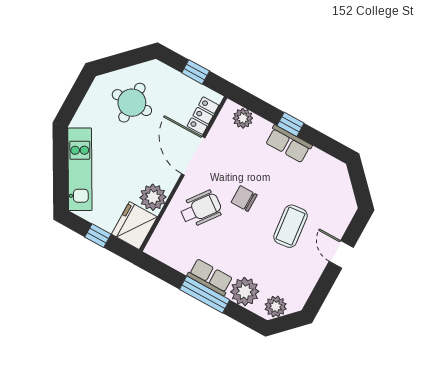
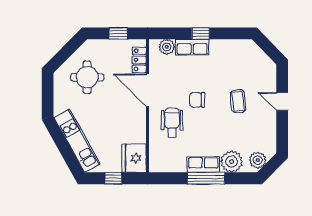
row of seats: (288, 144) -> (192, 47), moved
plant: (153, 197) -> (136, 133), removed
wheelchair: (201, 209) -> (172, 123), turned -37
coffee table: (291, 226) -> (238, 101), width x0.73, depth x0.77

